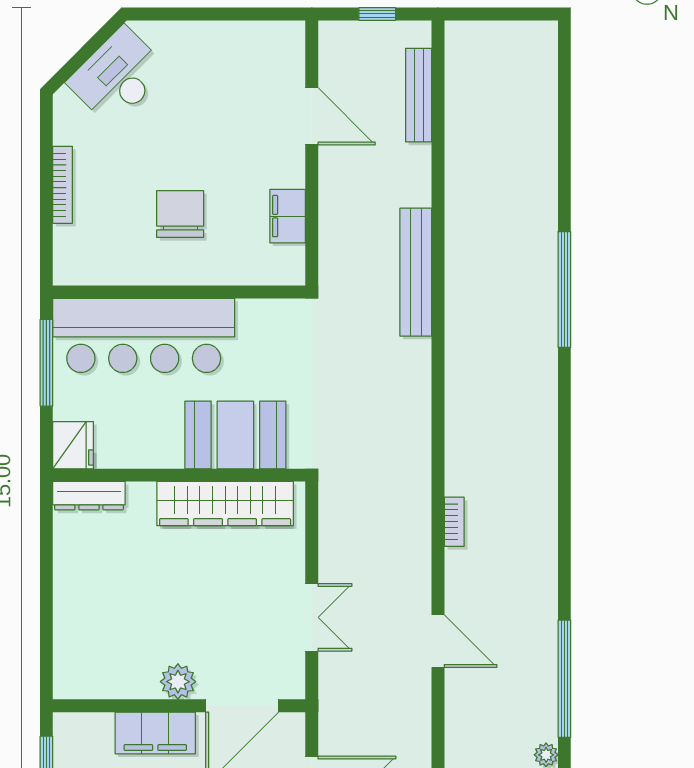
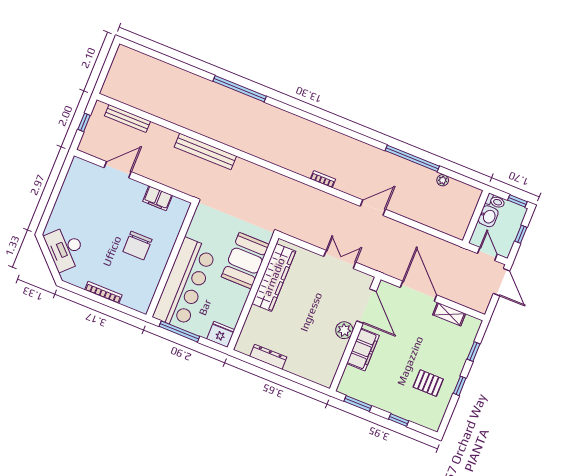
chair: (180, 214) -> (137, 246), turned -90
dresser: (89, 496) -> (268, 357), moved, turned -90

